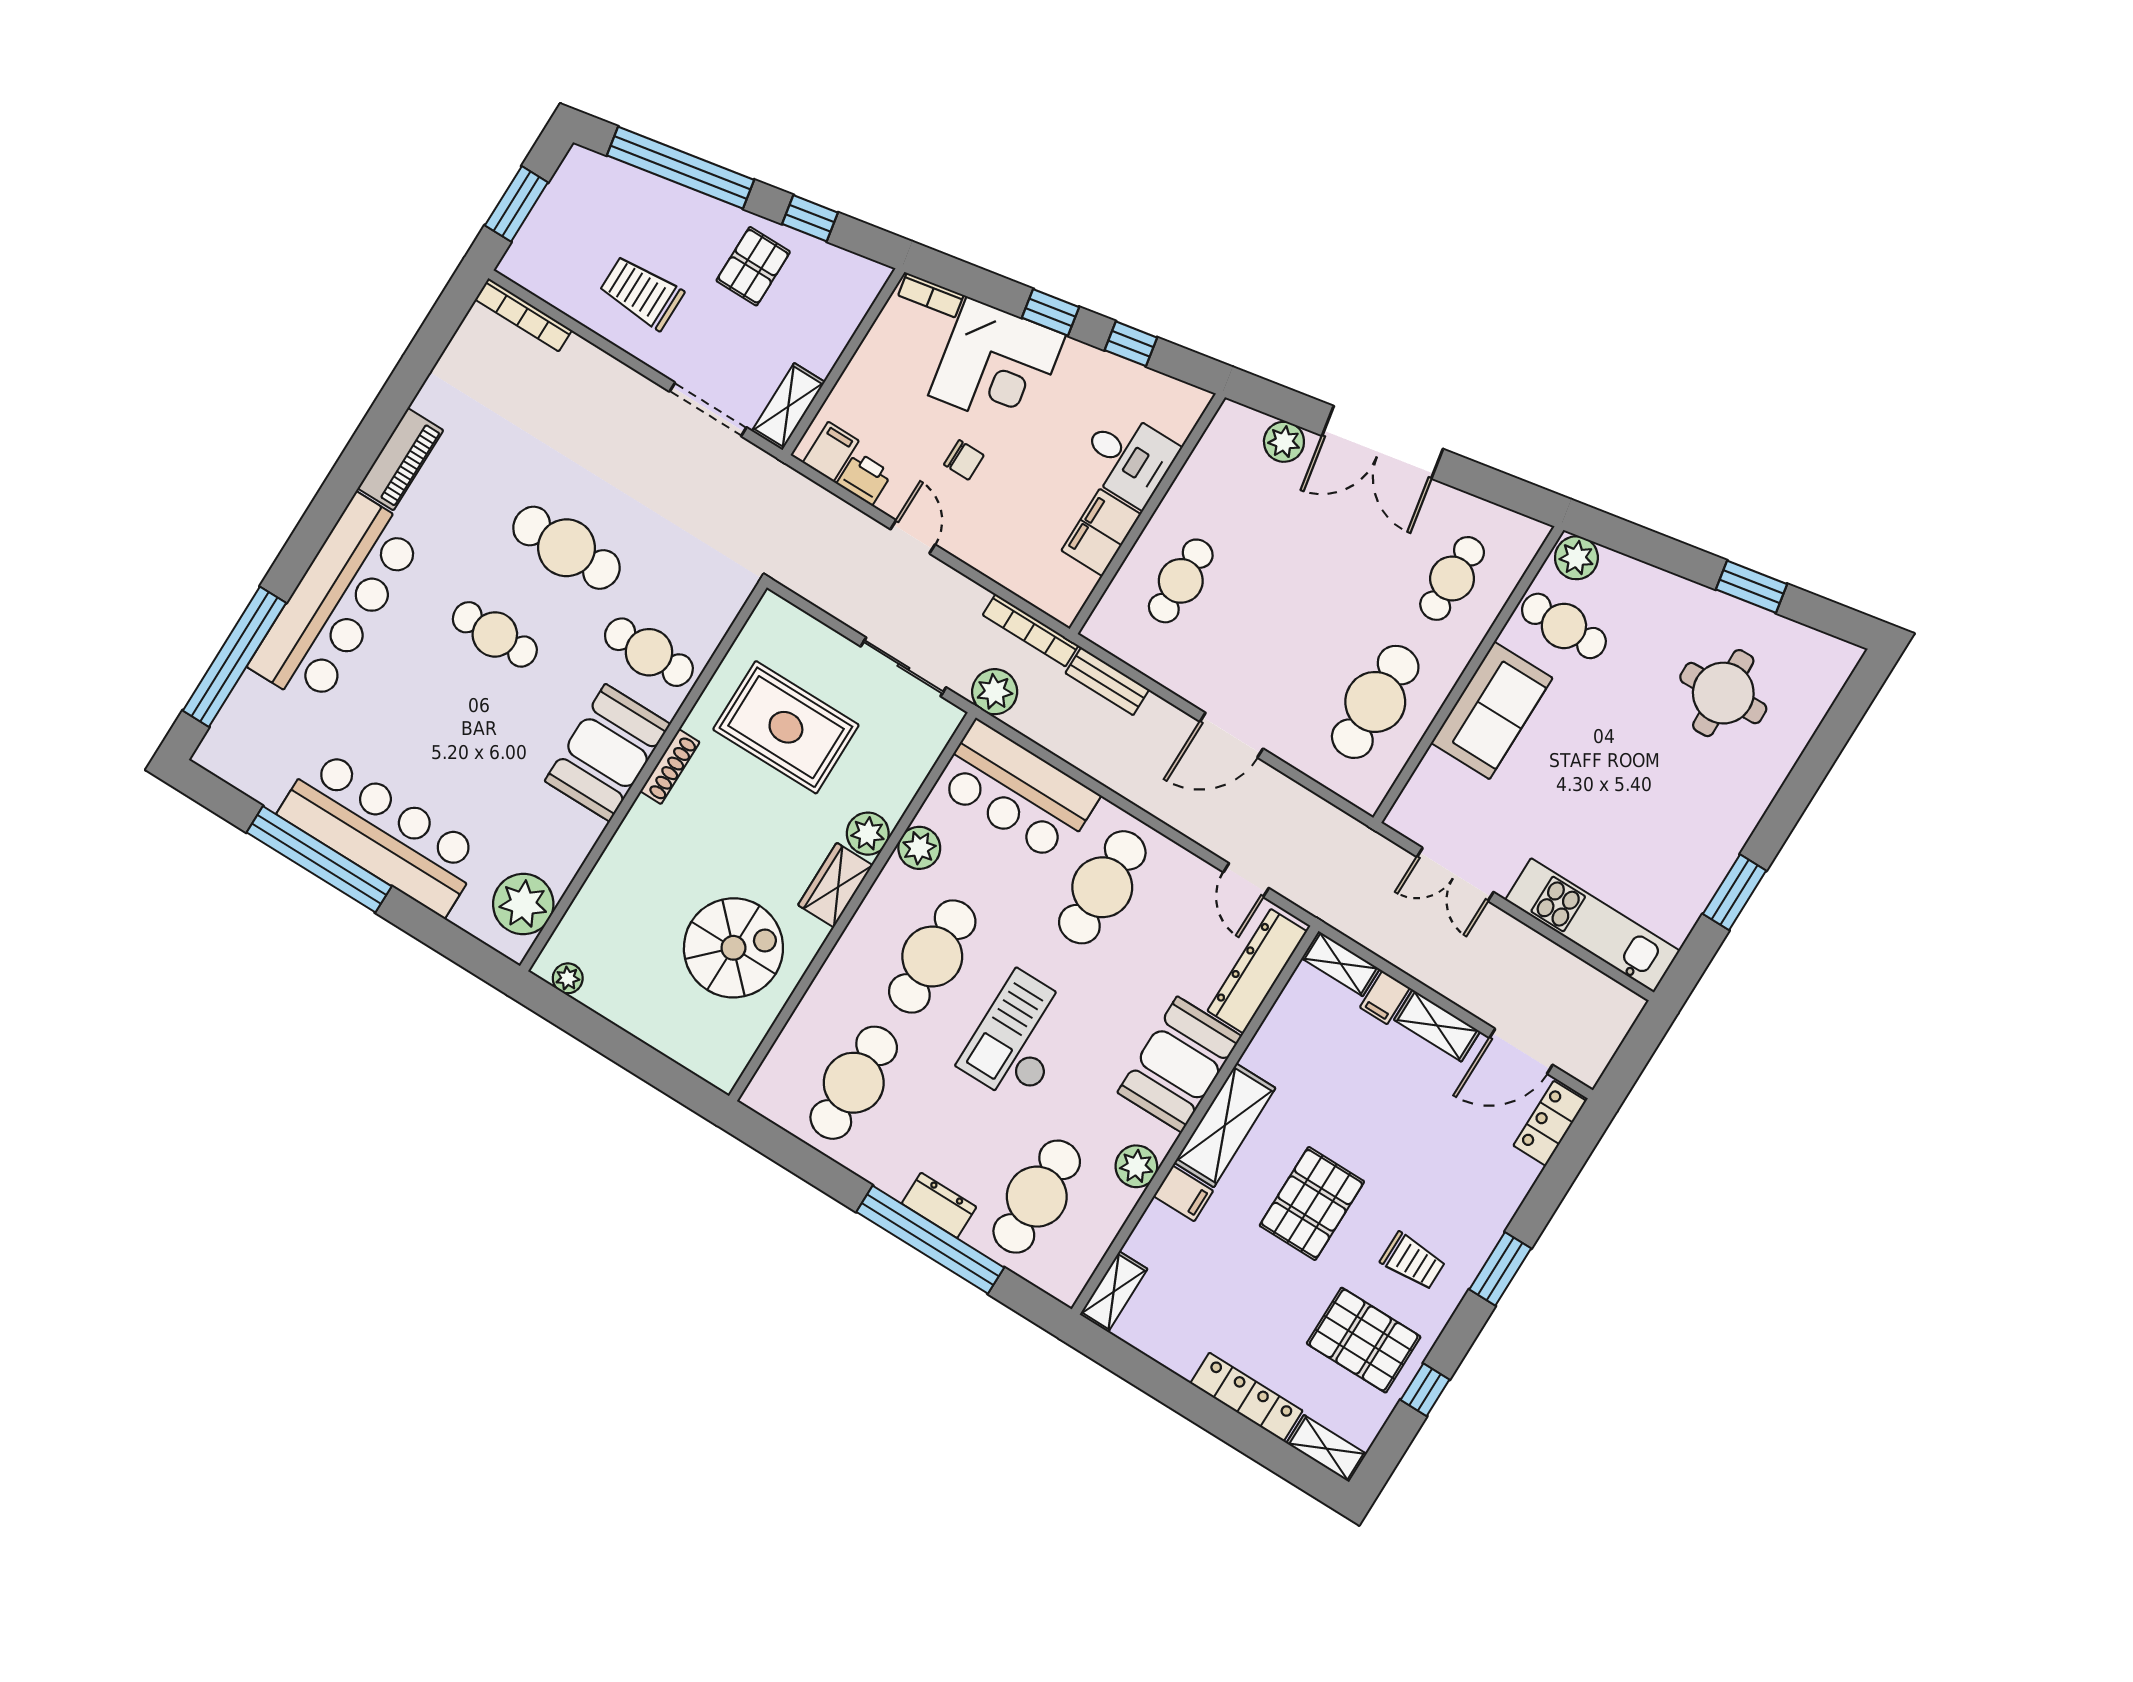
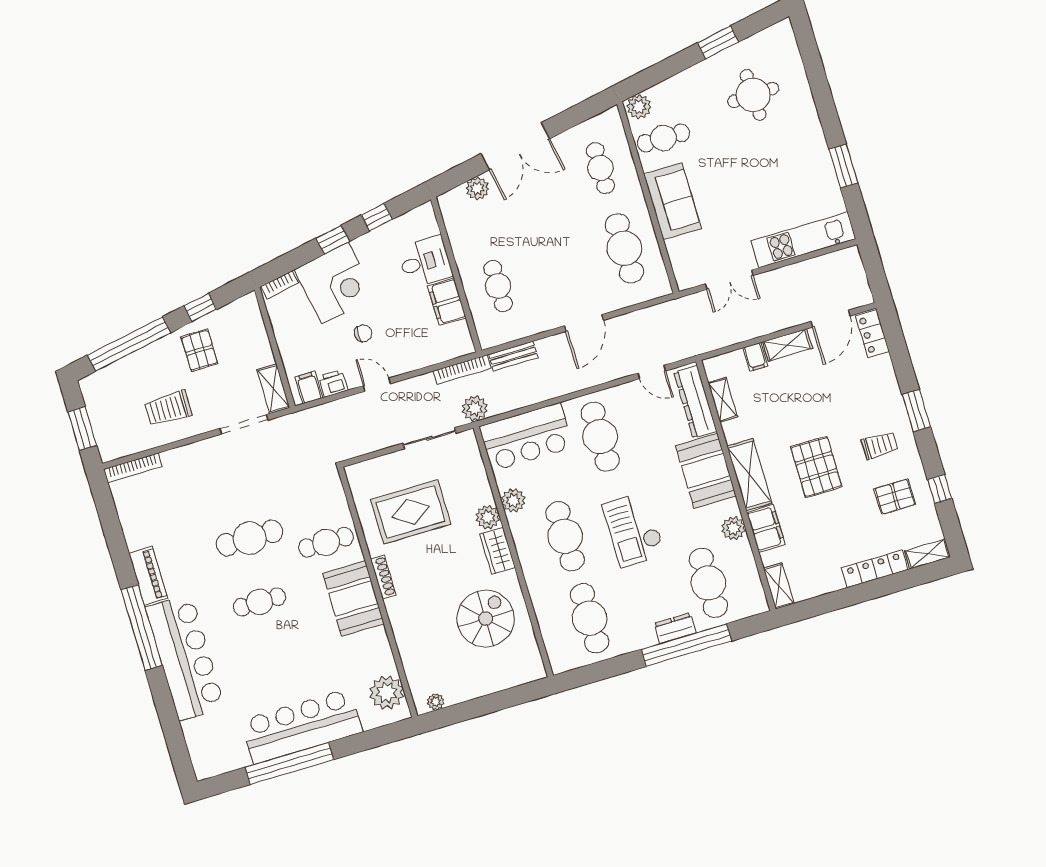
window: (234, 657) -> (142, 627), moved
shelving: (1341, 964) -> (723, 400), moved, turned 90
filing cabinet: (1183, 1193) -> (766, 528), width x2.00
pallet: (1364, 1340) -> (895, 497), width x0.67, depth x0.71

